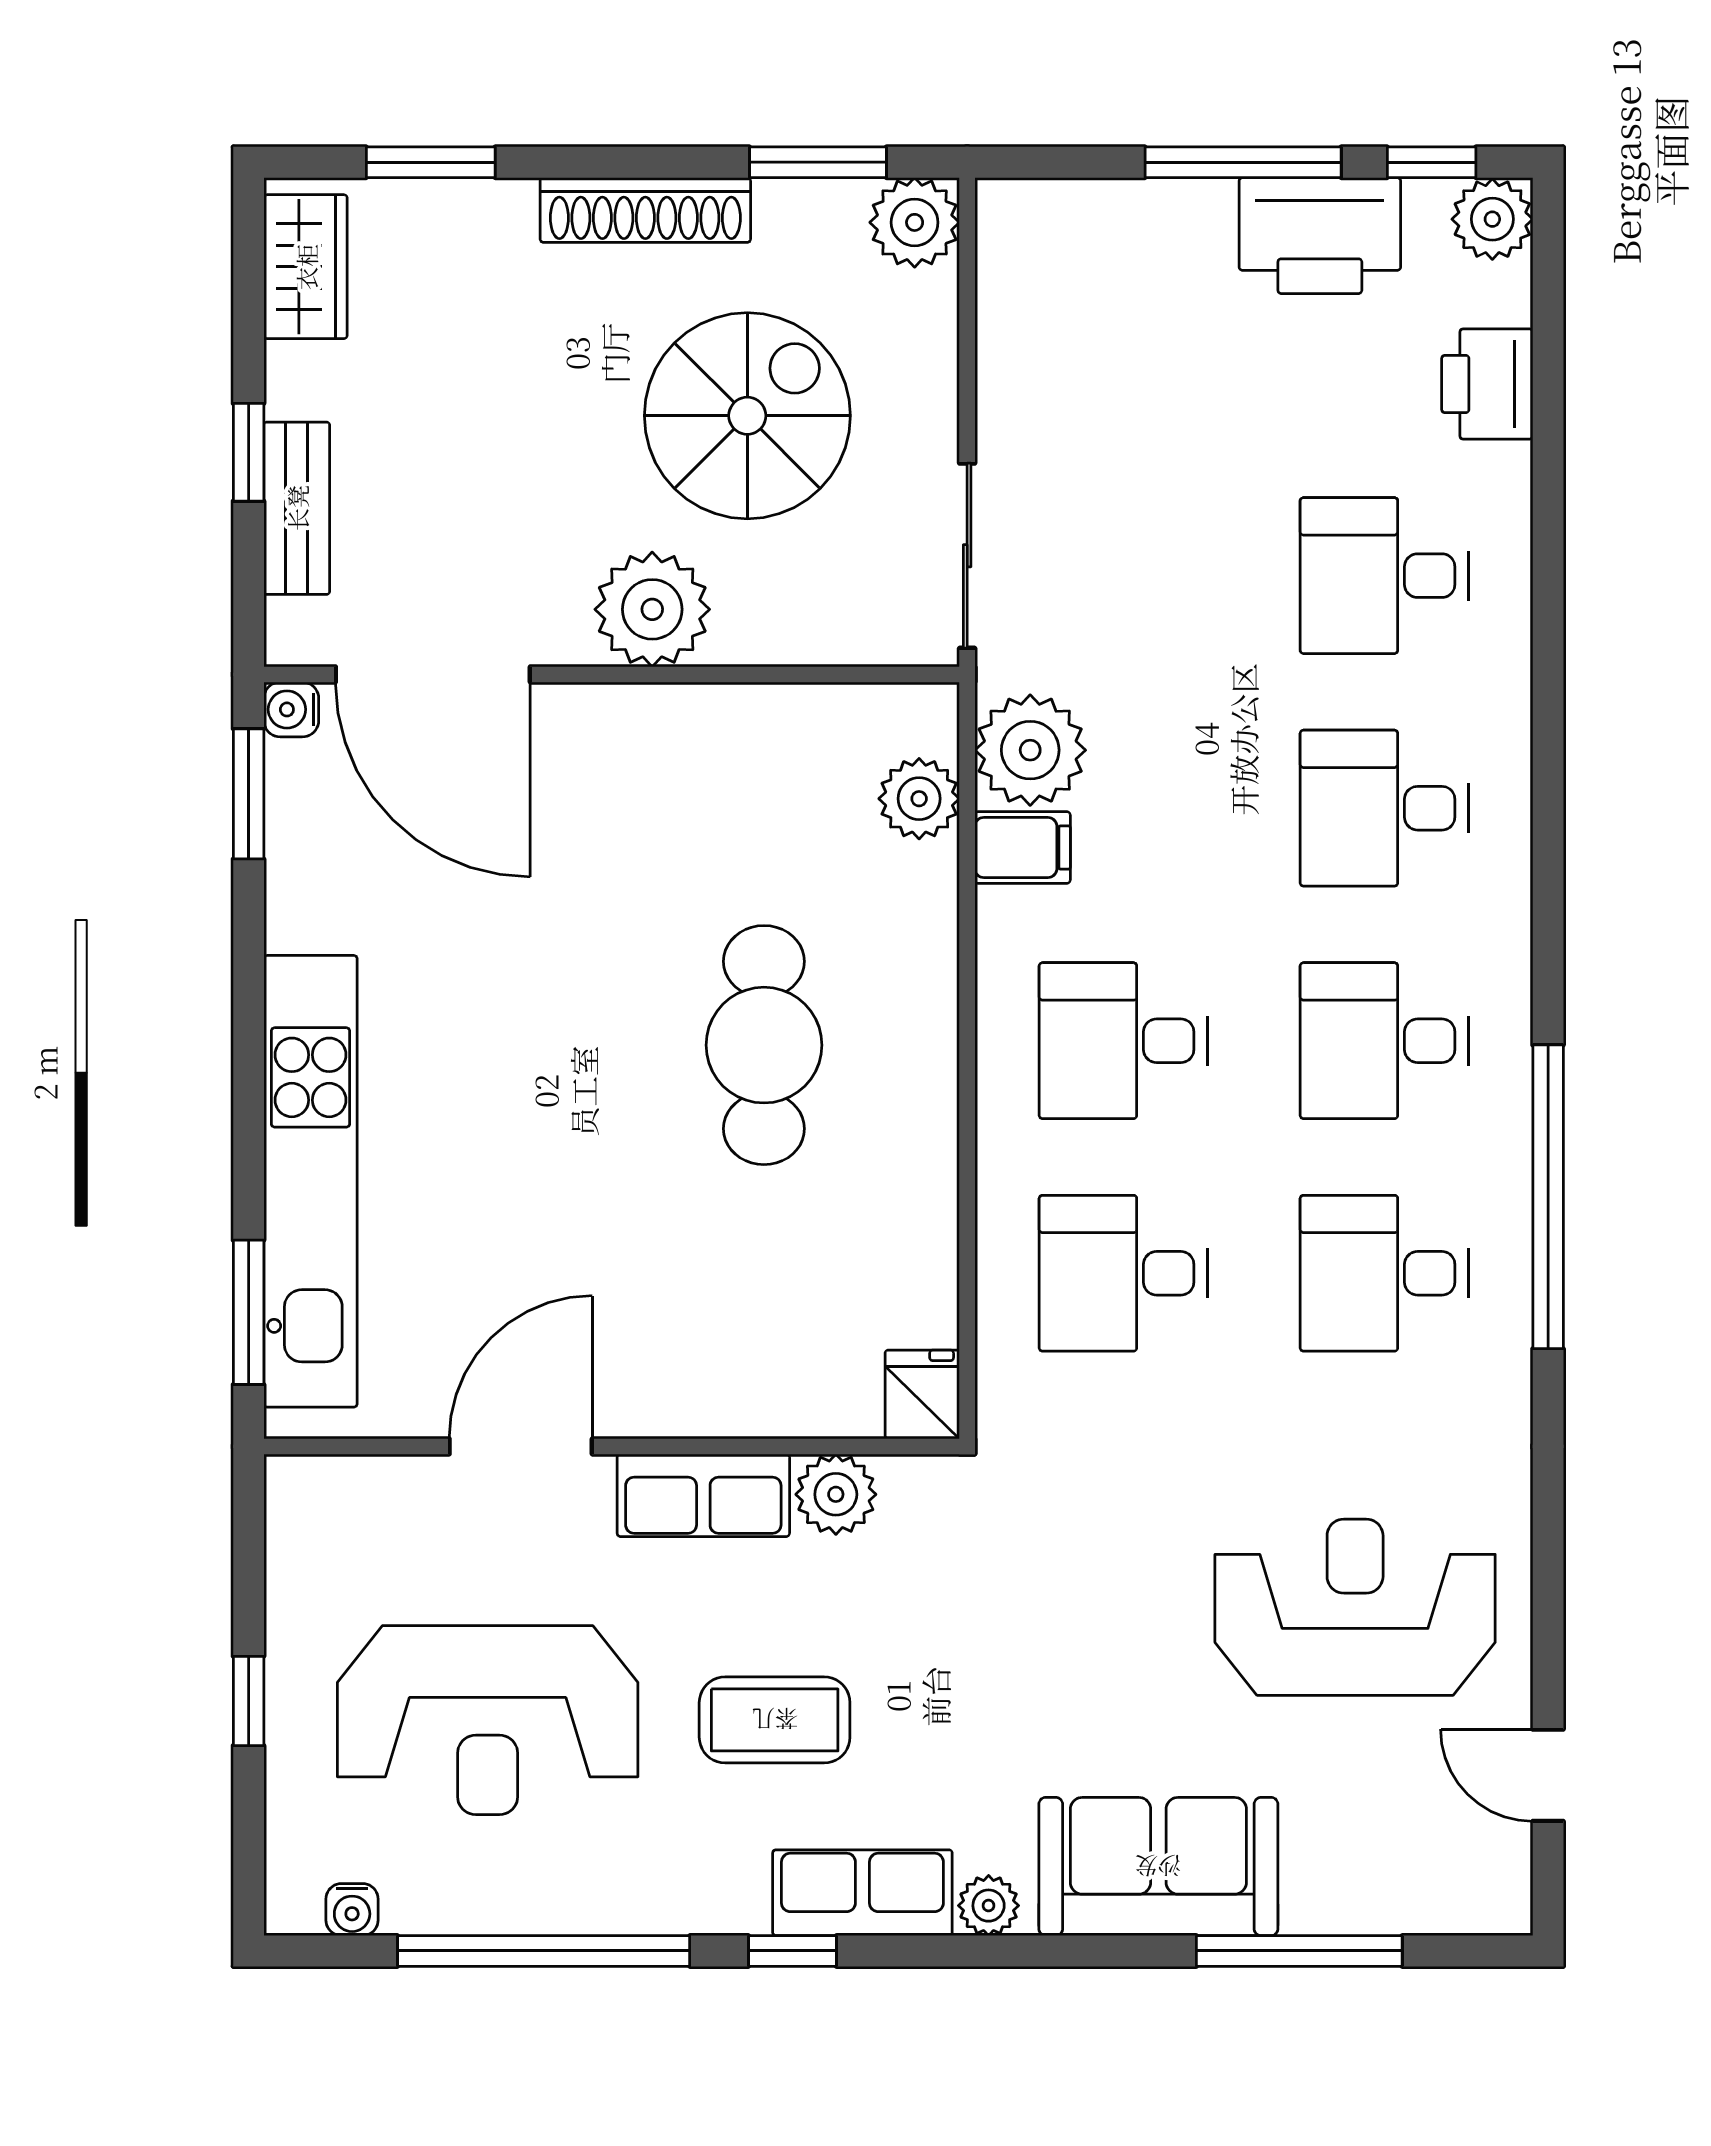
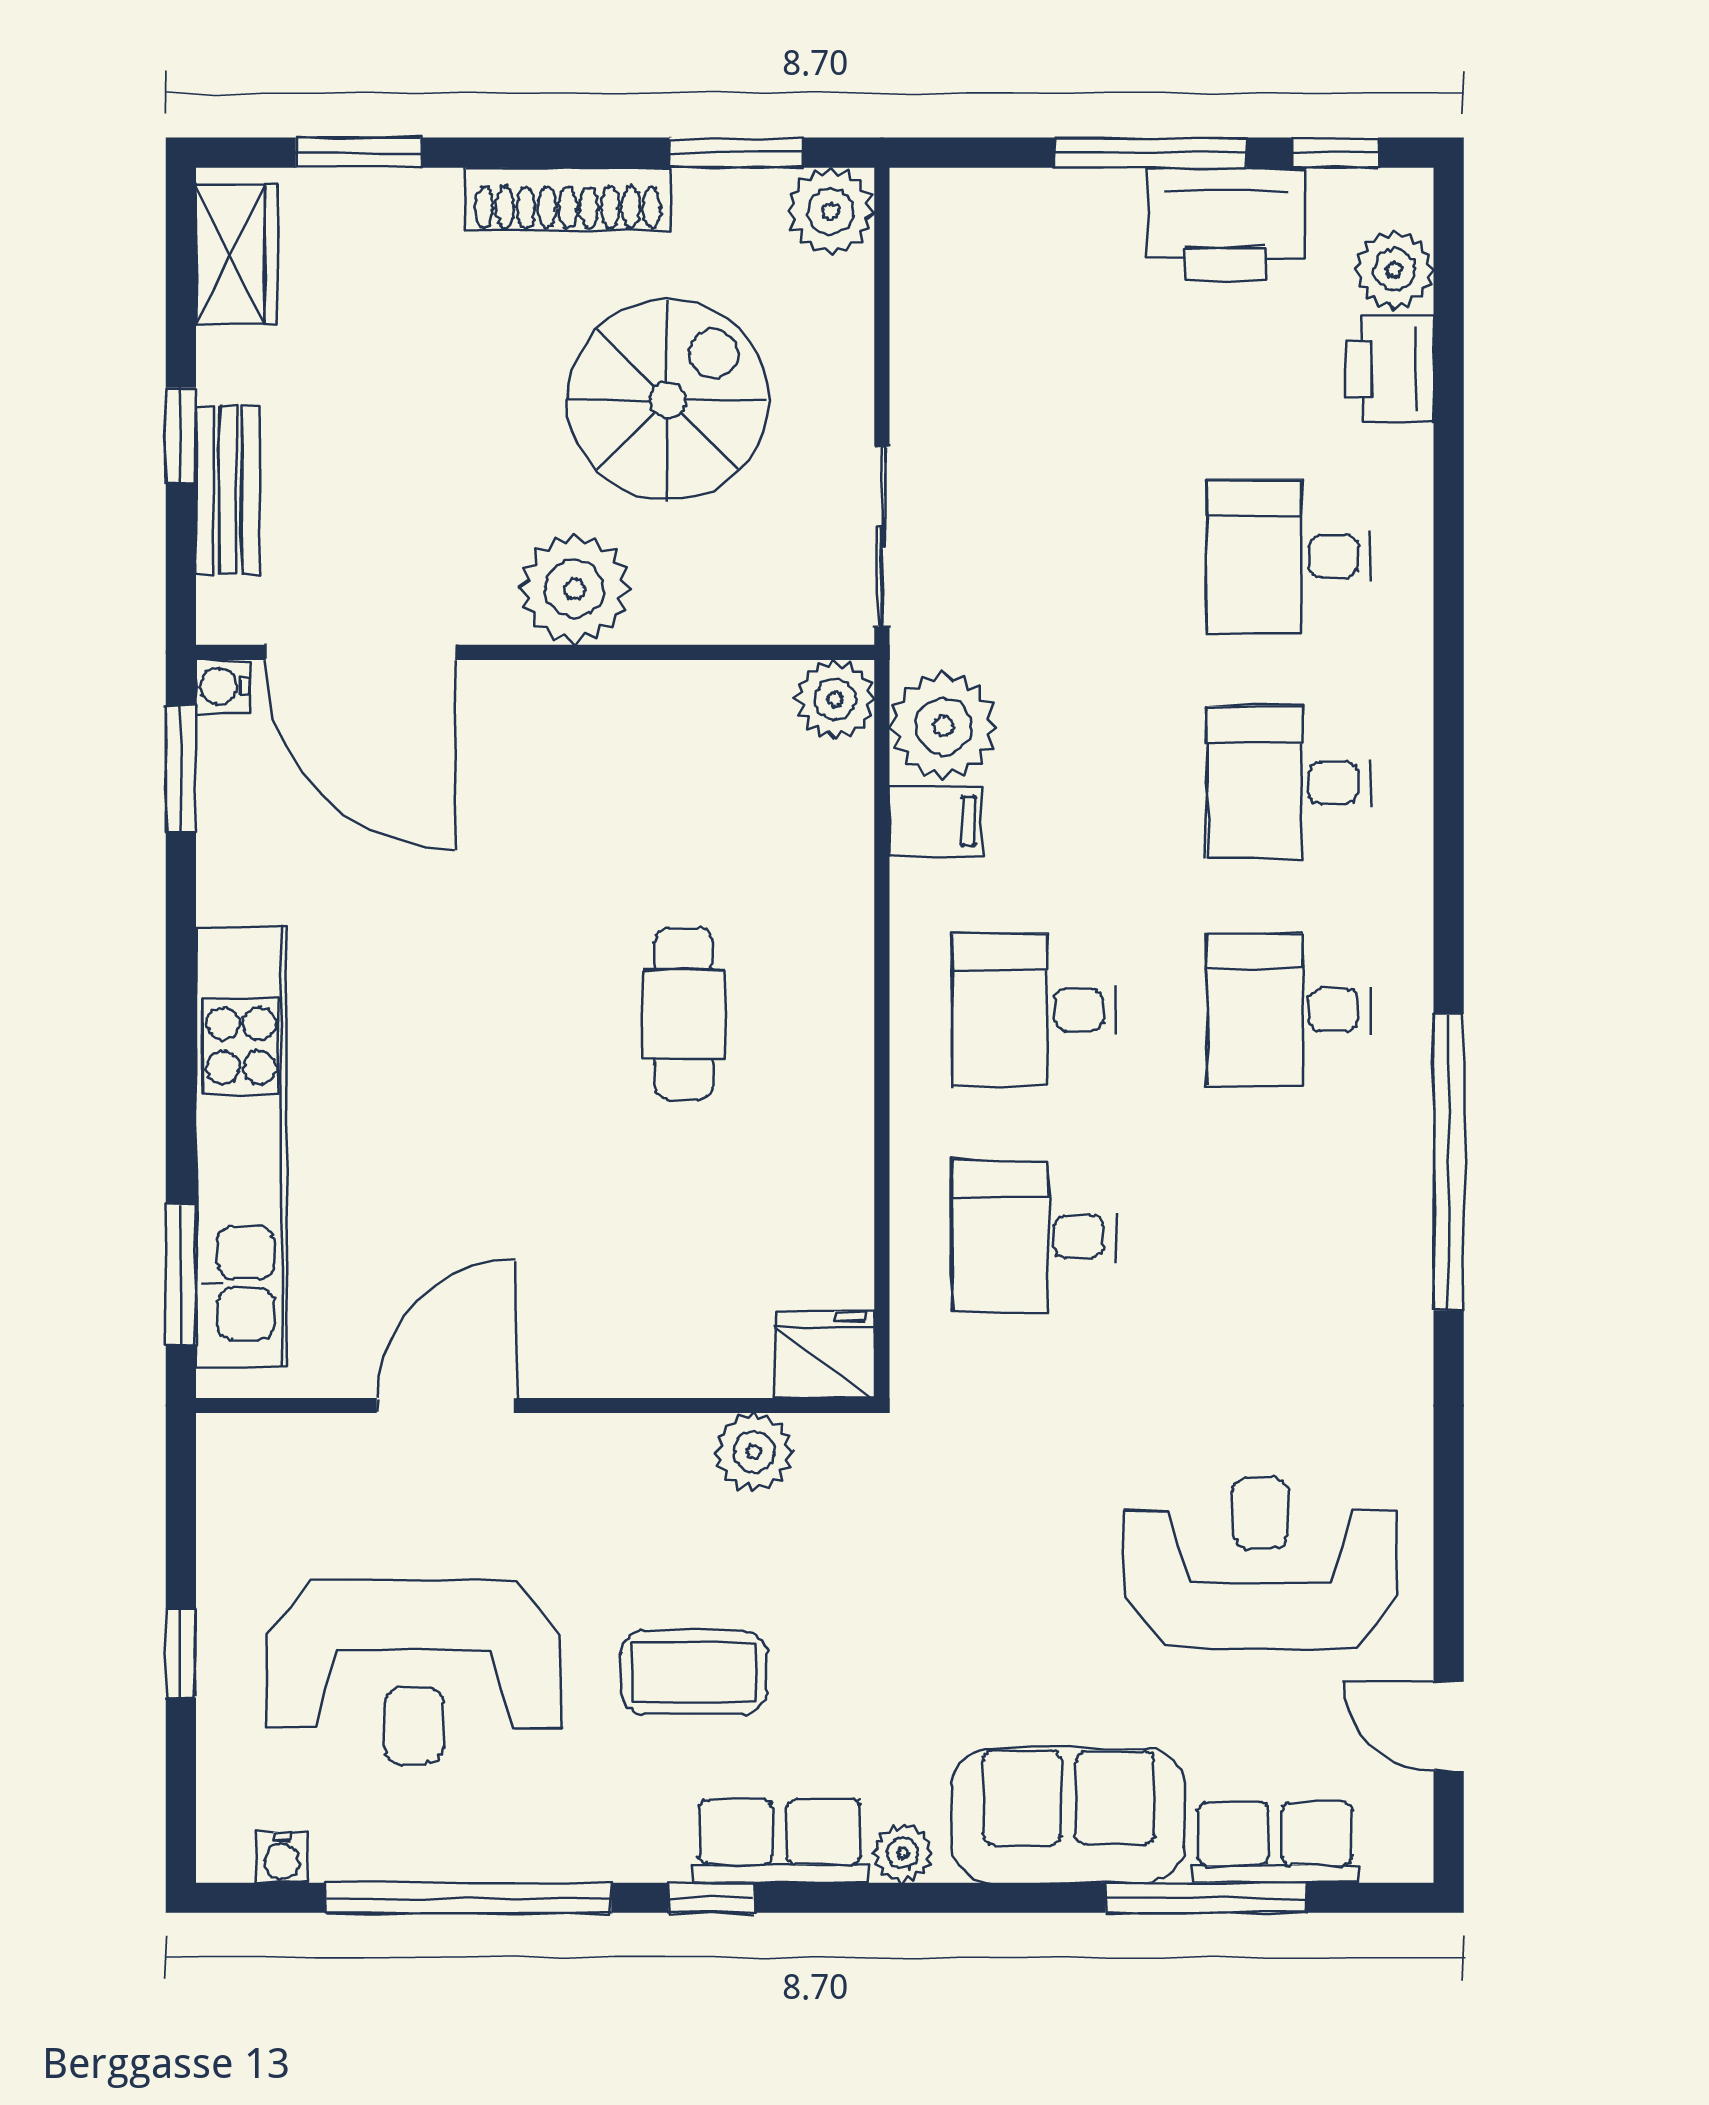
plant: (1492, 219) -> (1394, 270), moved
plant: (919, 799) -> (835, 699), moved
cafe table: (764, 1045) -> (684, 1014), width x0.73, depth x0.74
desk: (1384, 1273) -> (1289, 1237), removed
fridge: (922, 1394) -> (824, 1355), width x1.38
row of seats: (703, 1495) -> (1275, 1843), moved, turned 180

